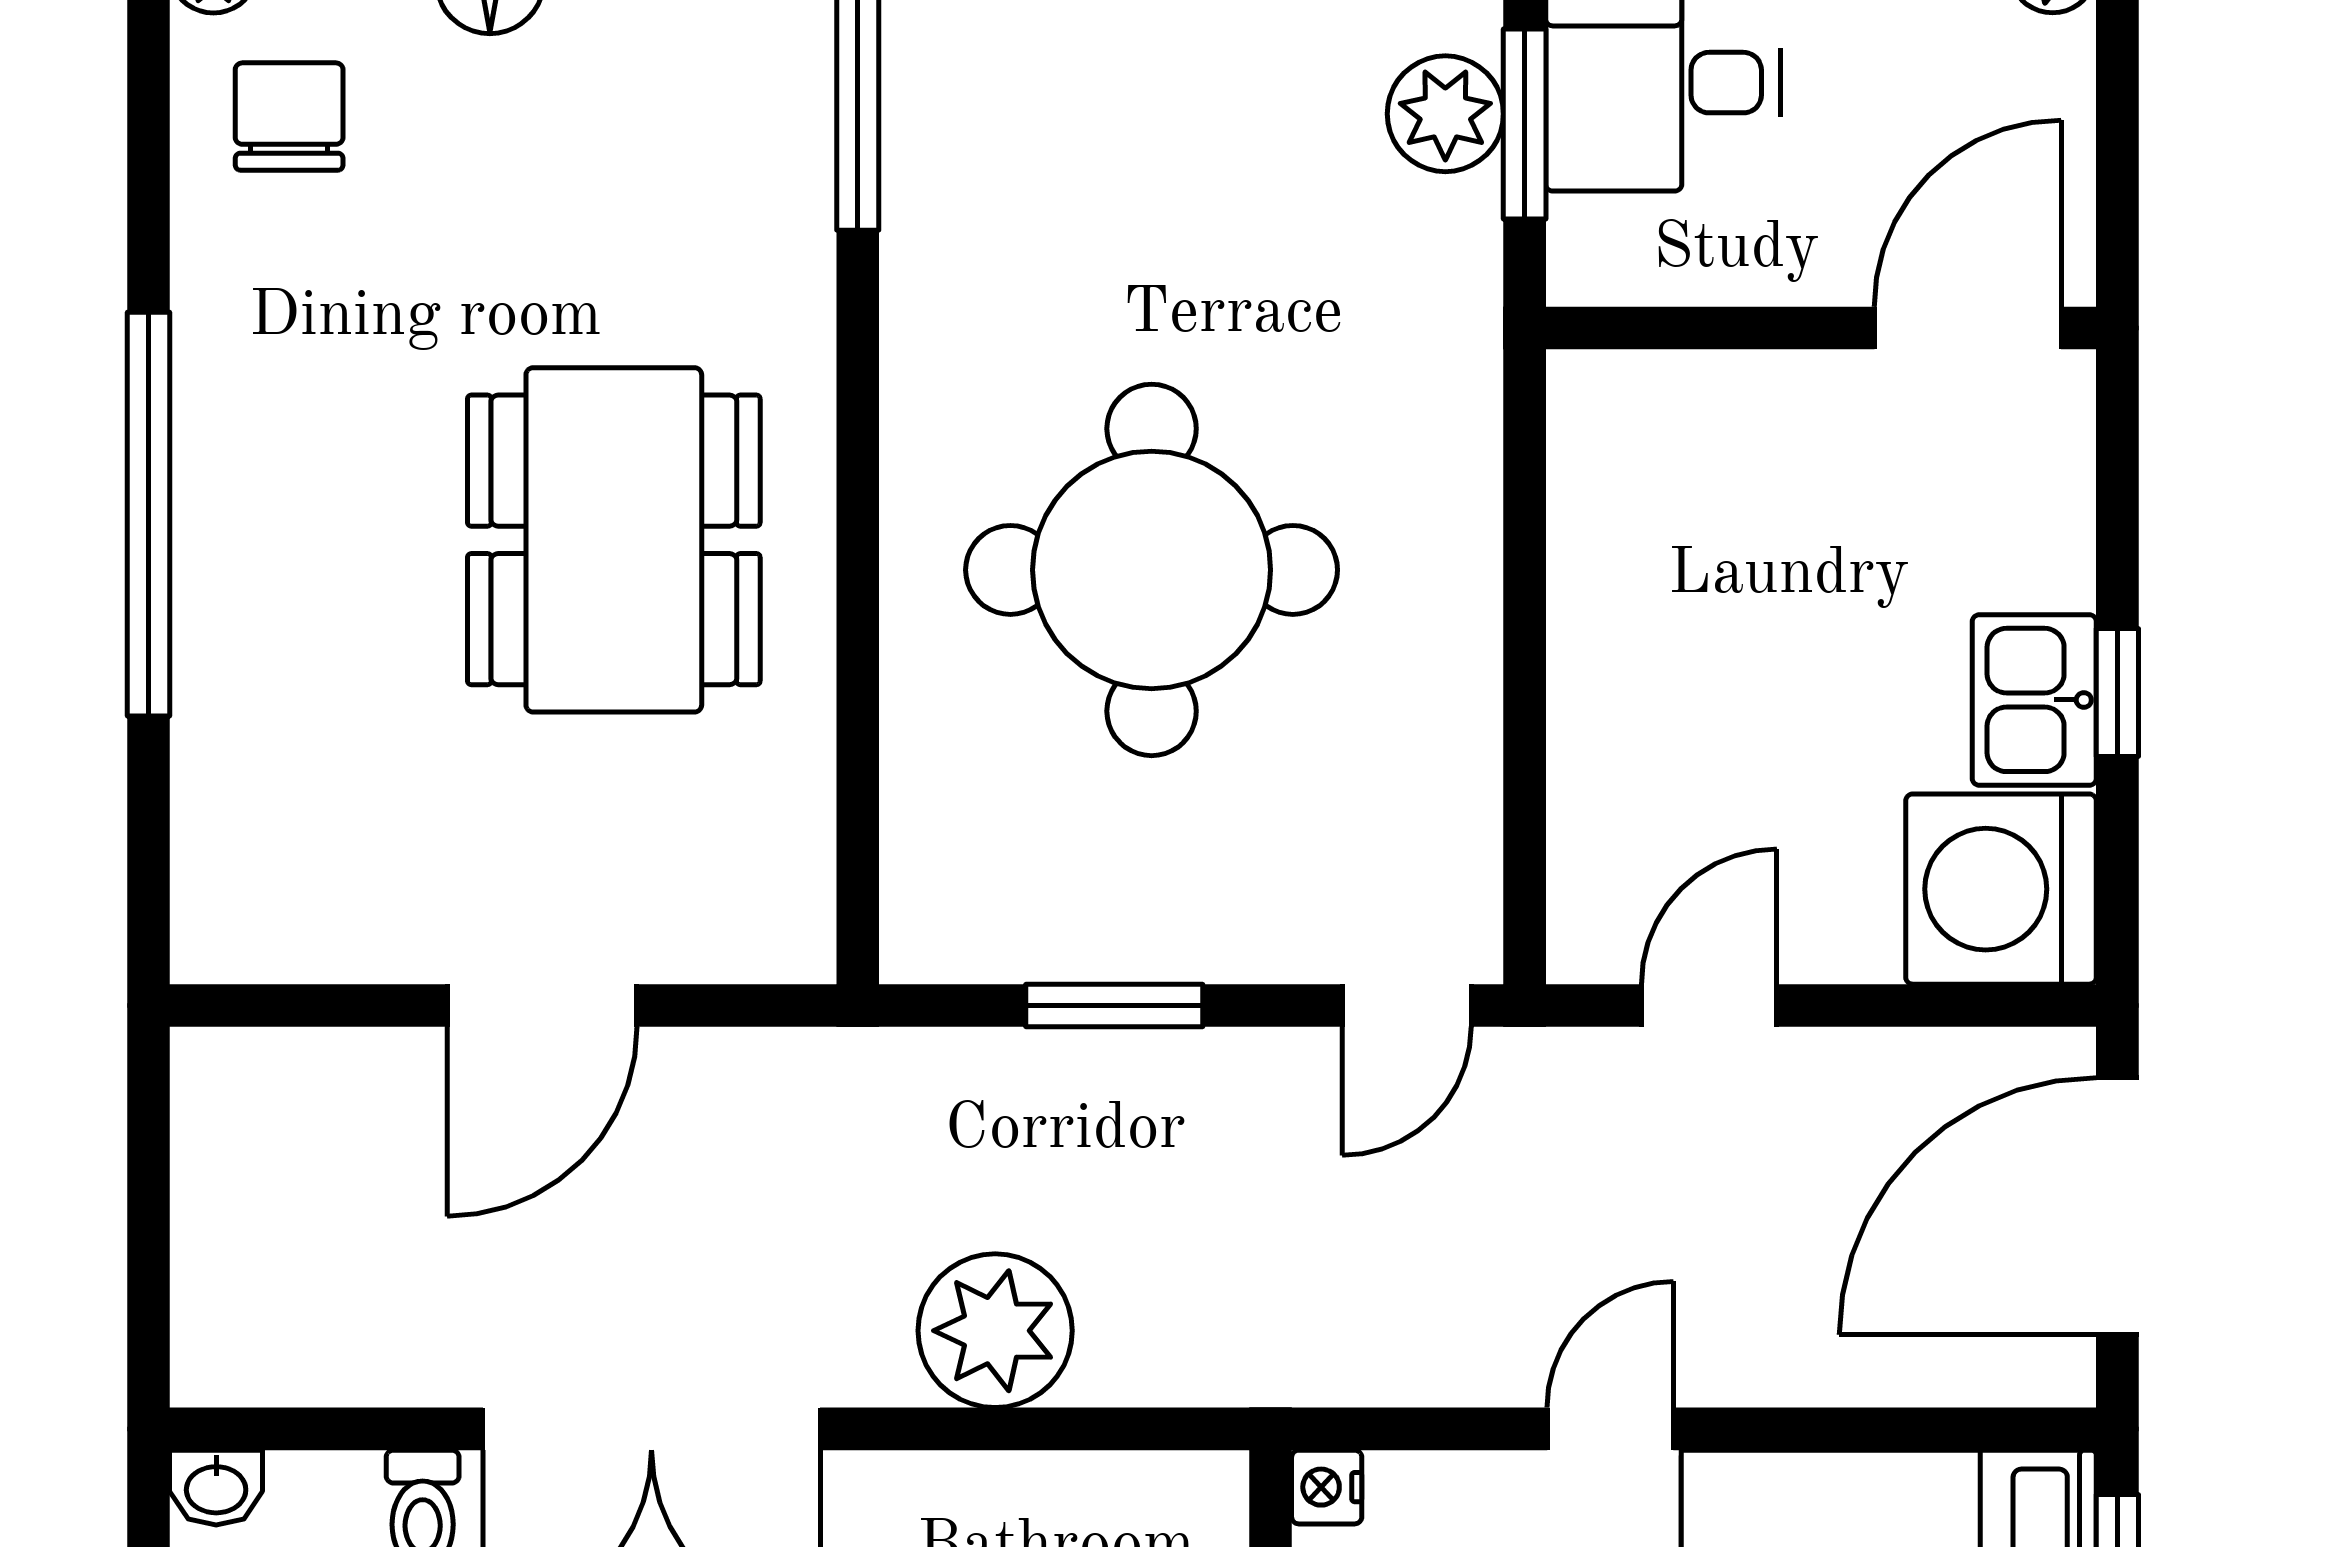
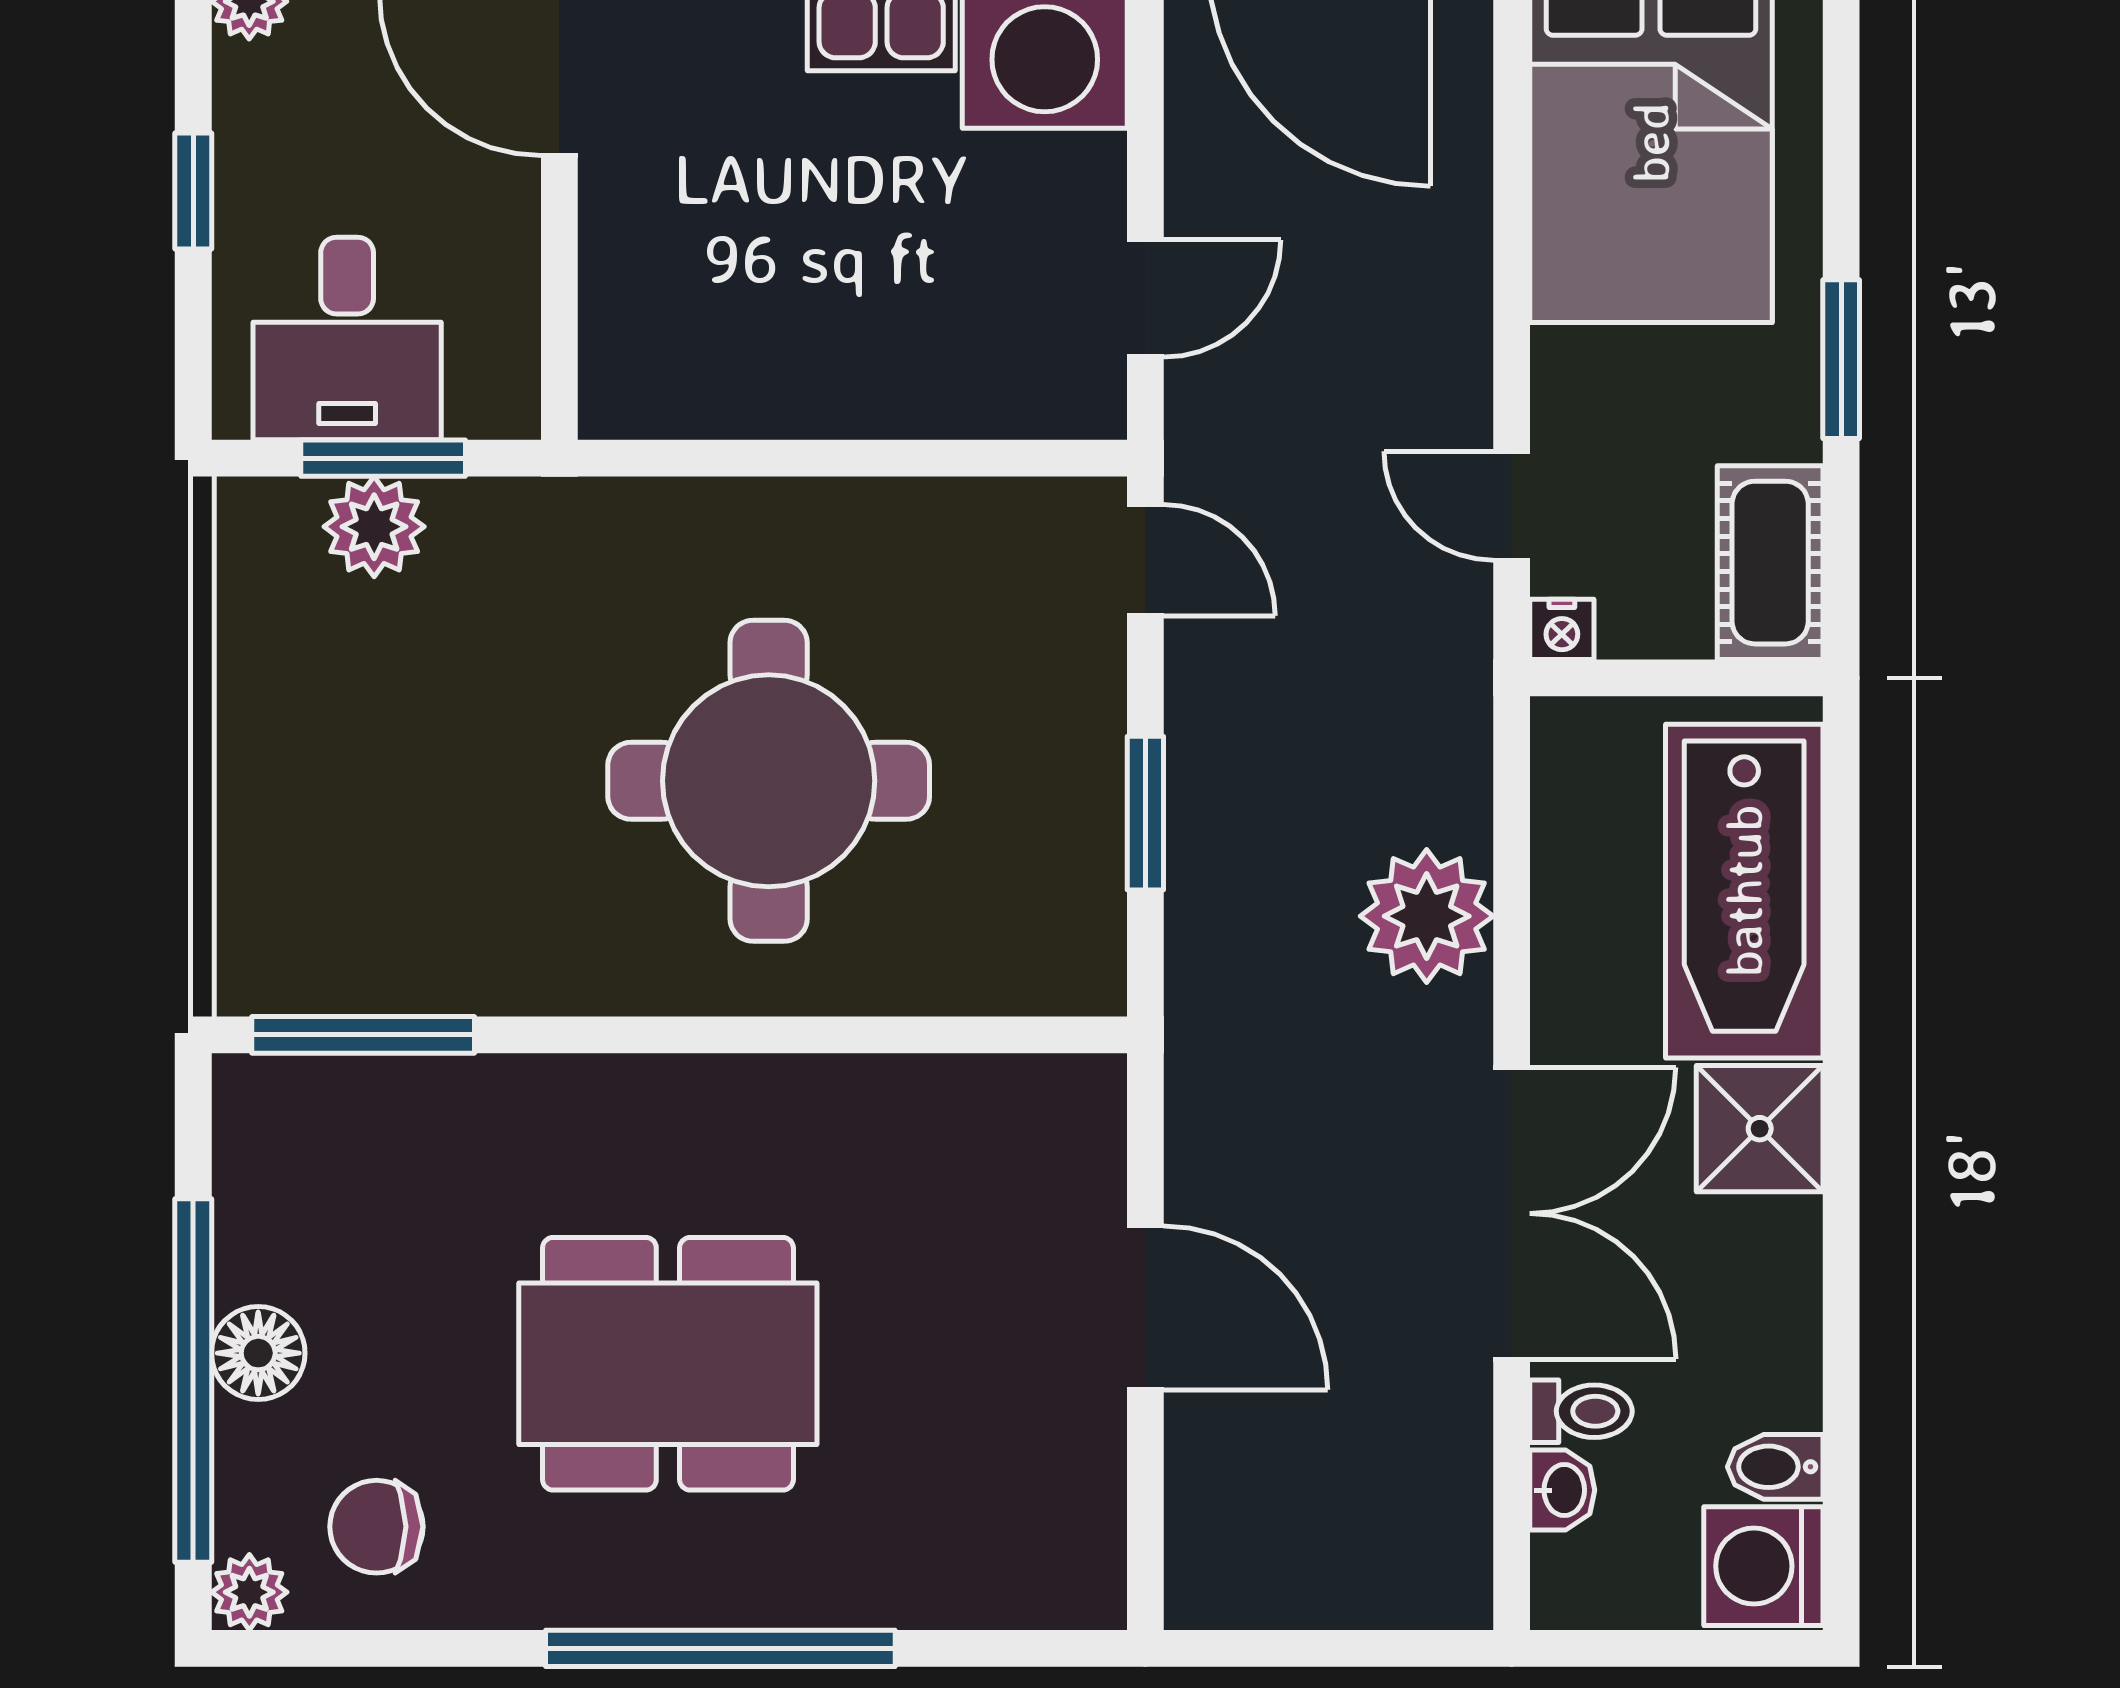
dining table: (614, 540) -> (668, 1364), moved
door: (1709, 1005) -> (1145, 298), swing flipped
door: (1610, 1429) -> (1512, 506), moved
washbasin: (216, 1488) -> (1562, 1490), moved

